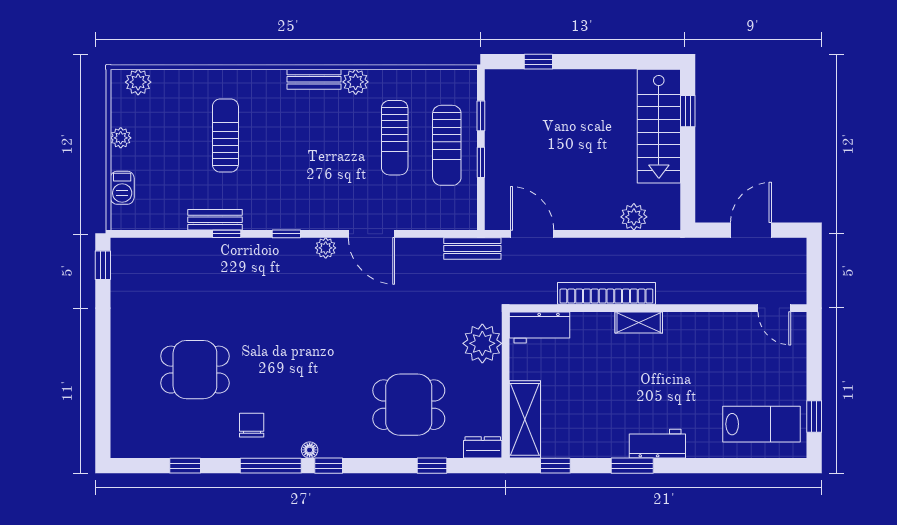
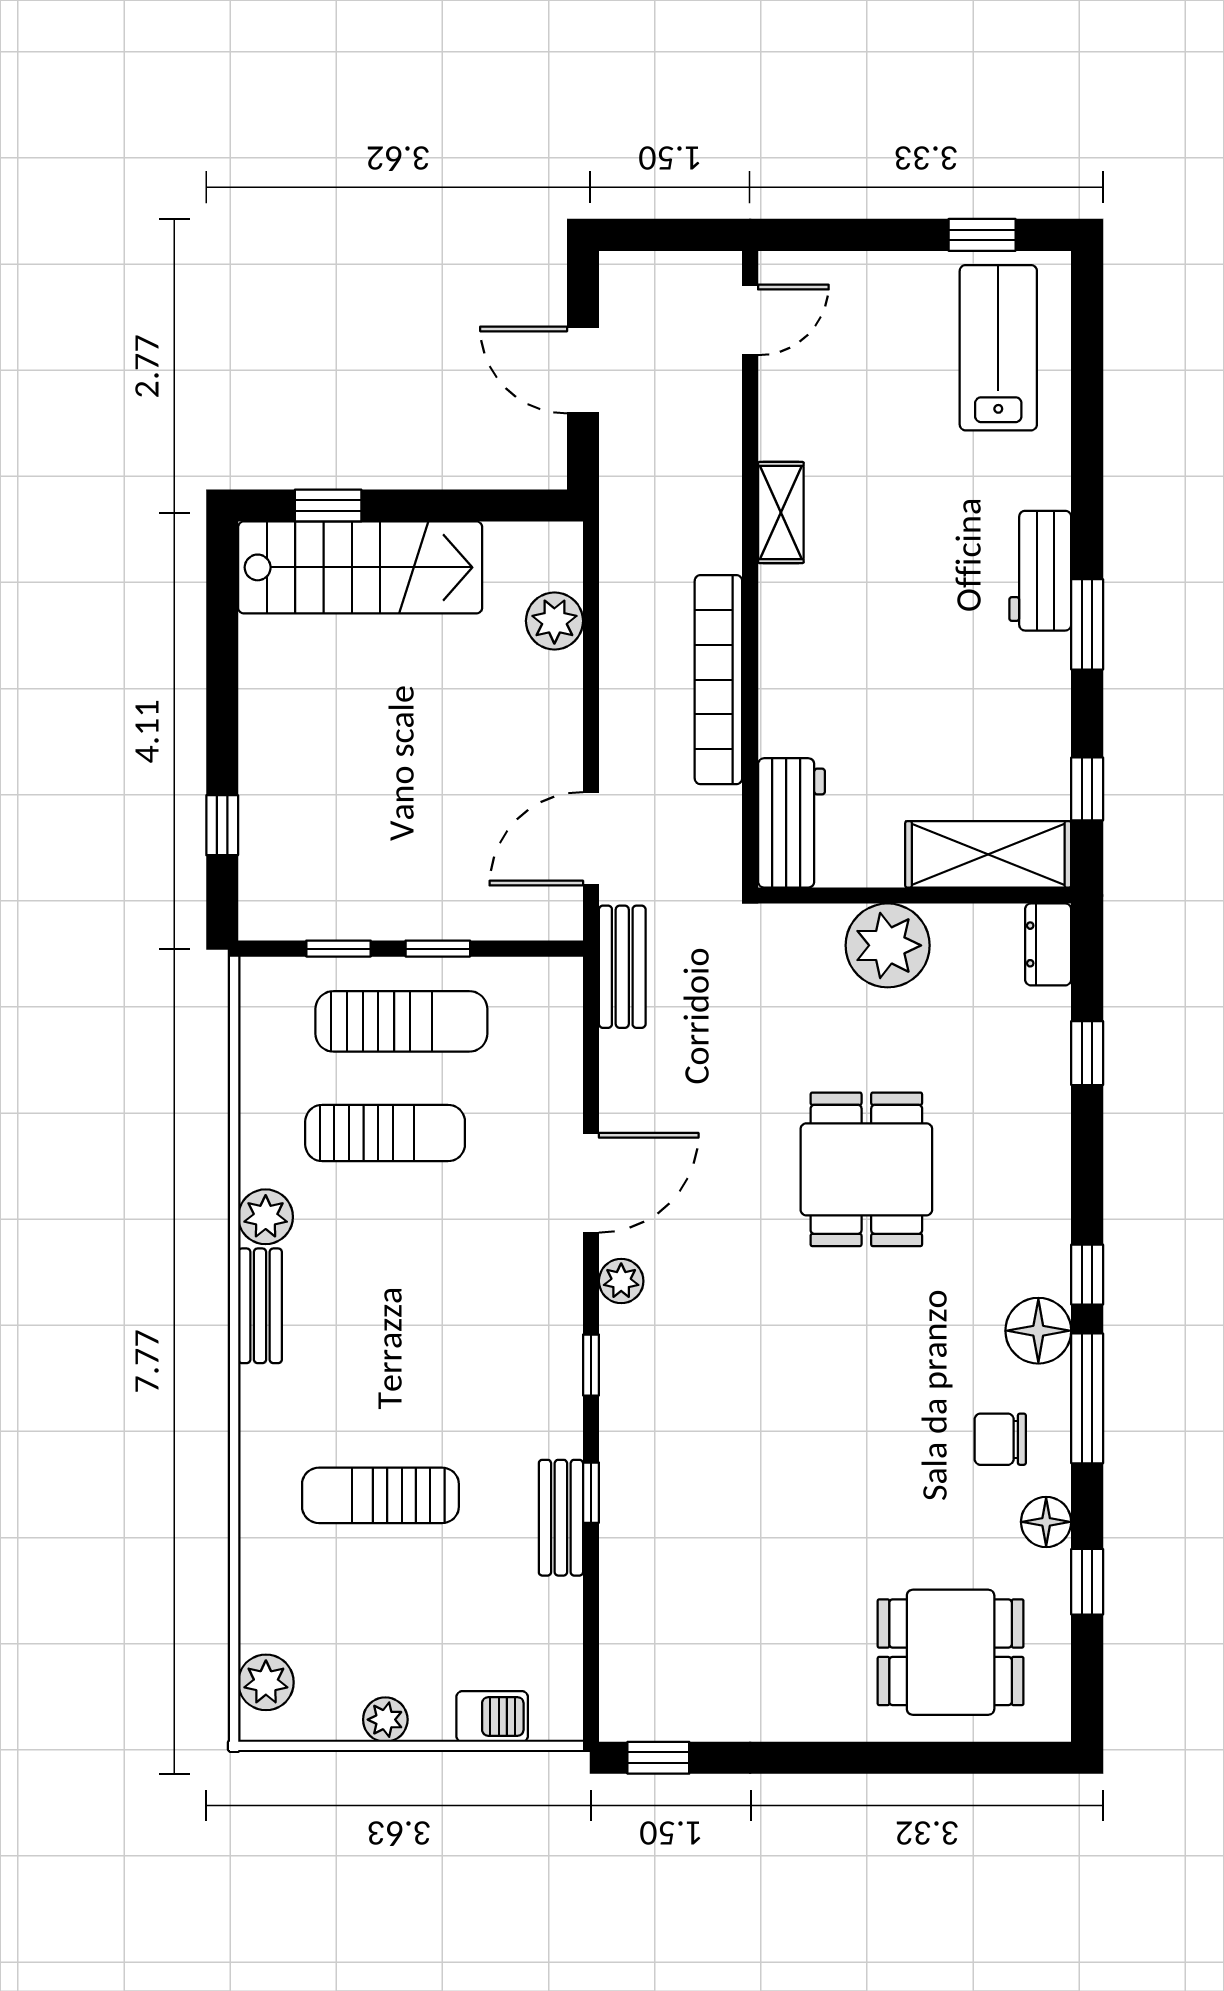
shelving: (639, 323) -> (781, 513), moved
plant: (482, 343) -> (888, 945), moved
dining table: (195, 370) -> (951, 1652), moved, turned 90
dining table: (409, 405) -> (866, 1169), moved
floor lamp: (213, 446) -> (1046, 1522), added
floor lamp: (310, 450) -> (1038, 1331), width x1.89, depth x1.89

